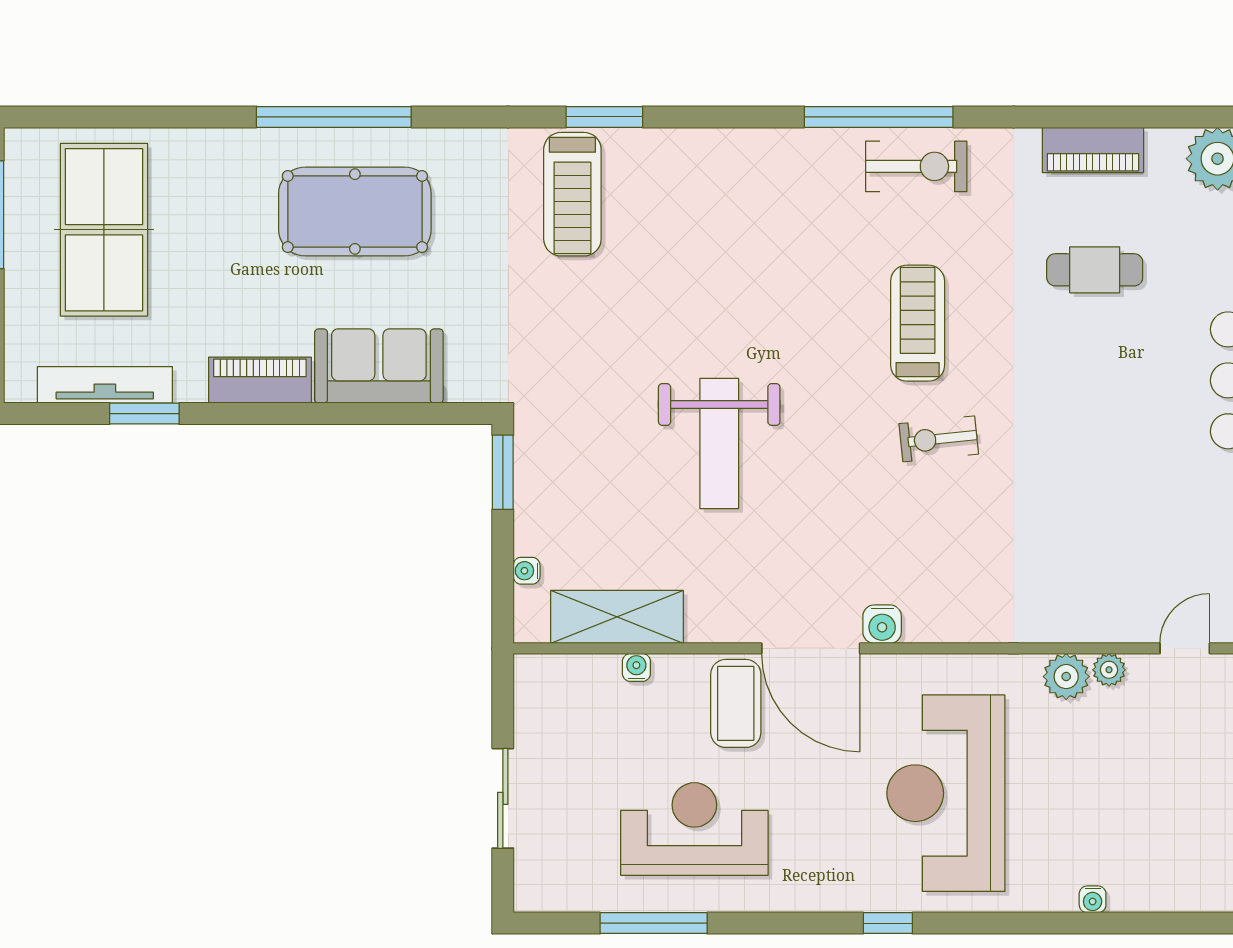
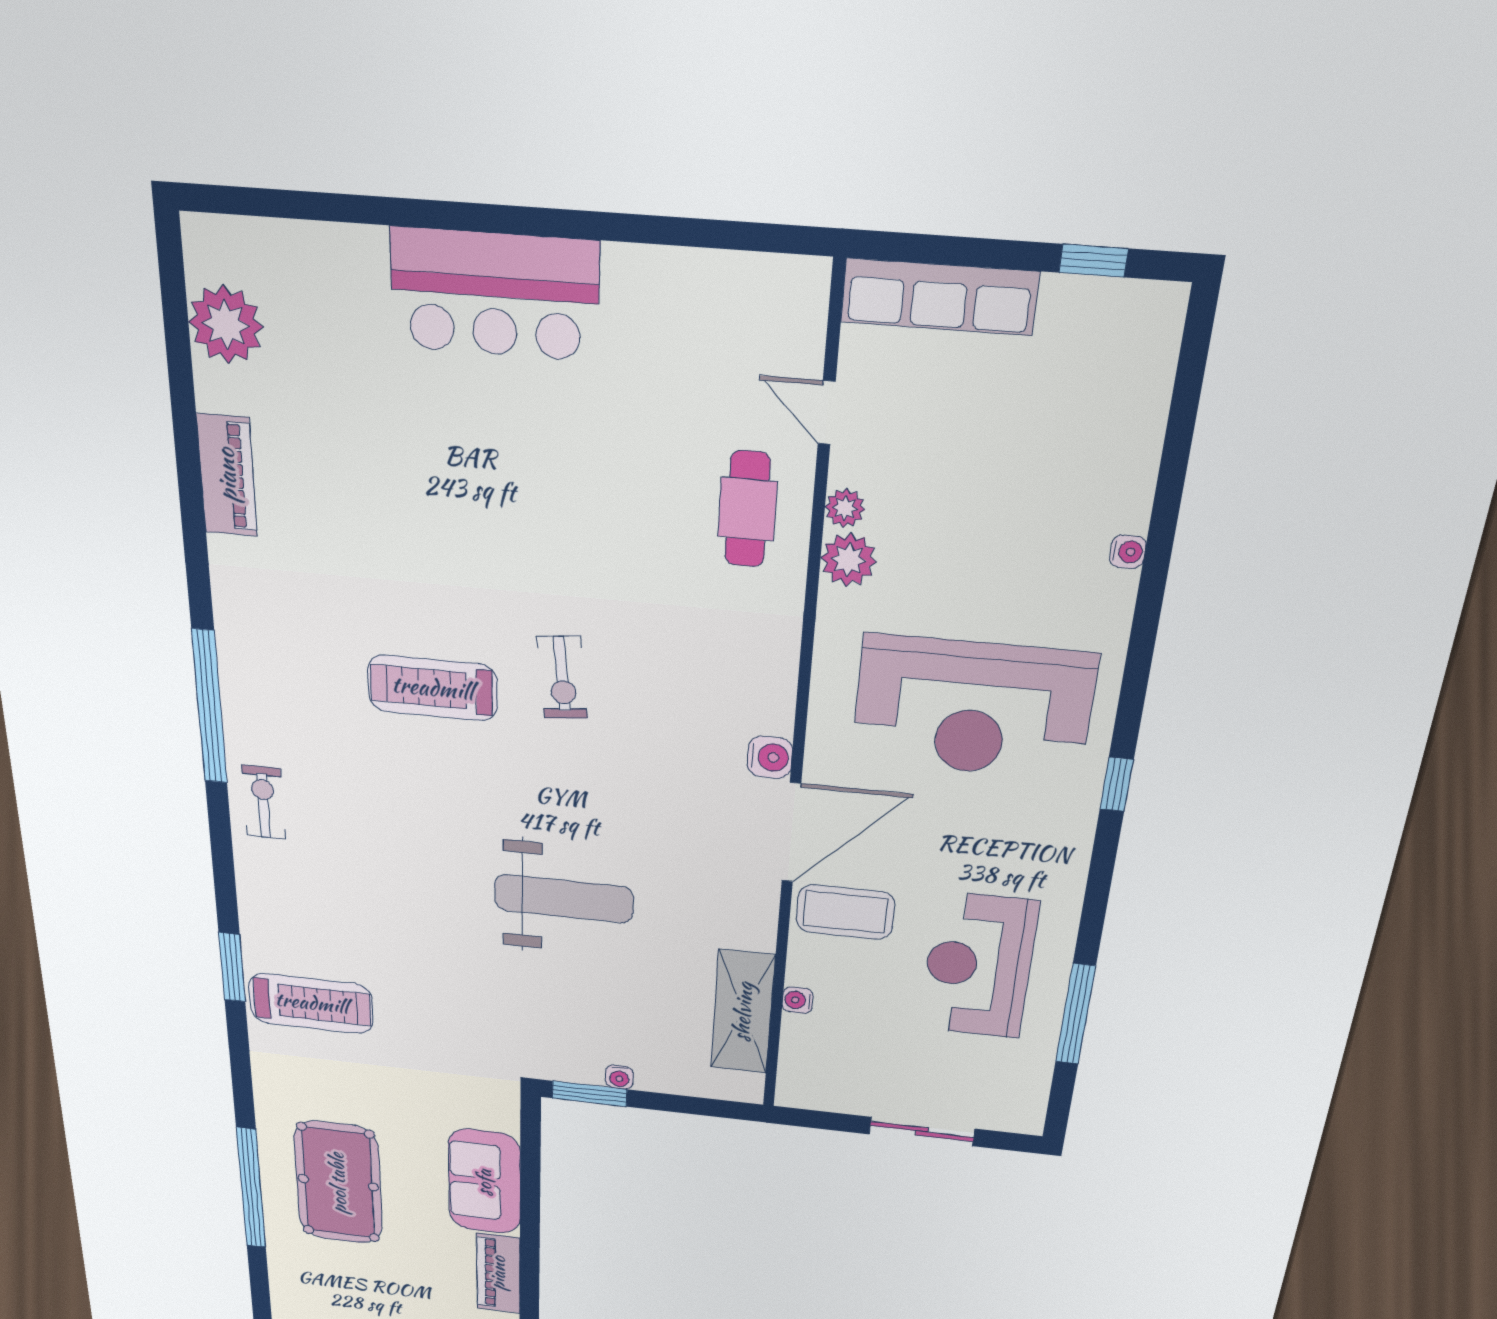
exercise bike: (916, 166) -> (263, 802), moved, width x0.73, depth x0.72
cafe table: (1095, 270) -> (747, 509), moved
water cooler: (527, 571) -> (619, 1077), moved

